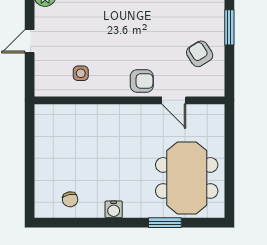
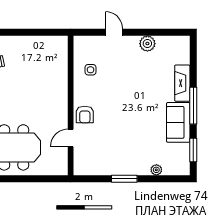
armchair: (200, 54) -> (105, 157), removed

